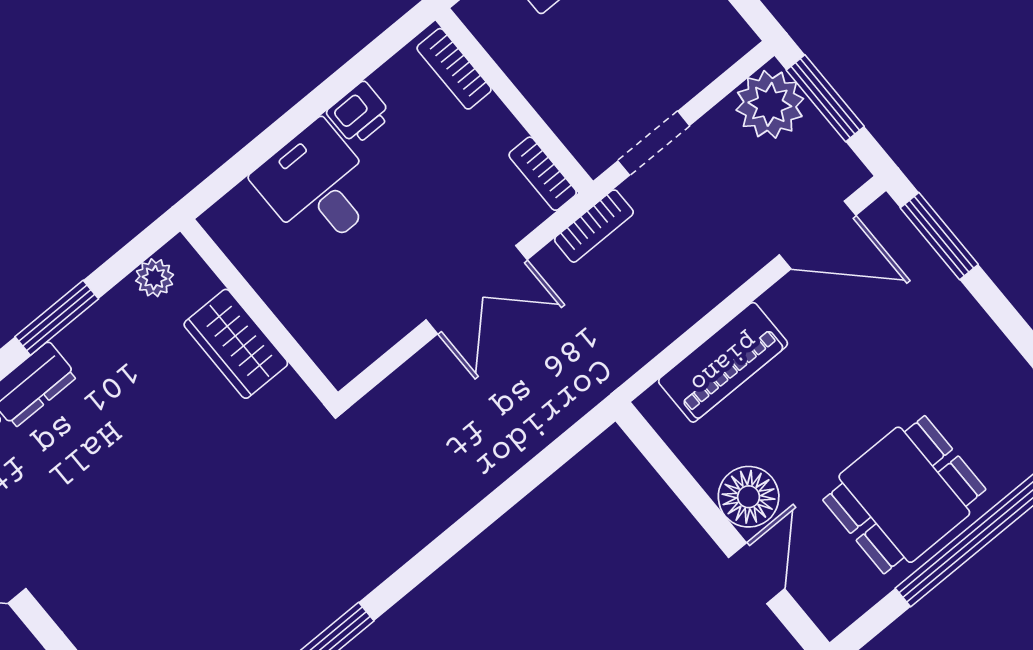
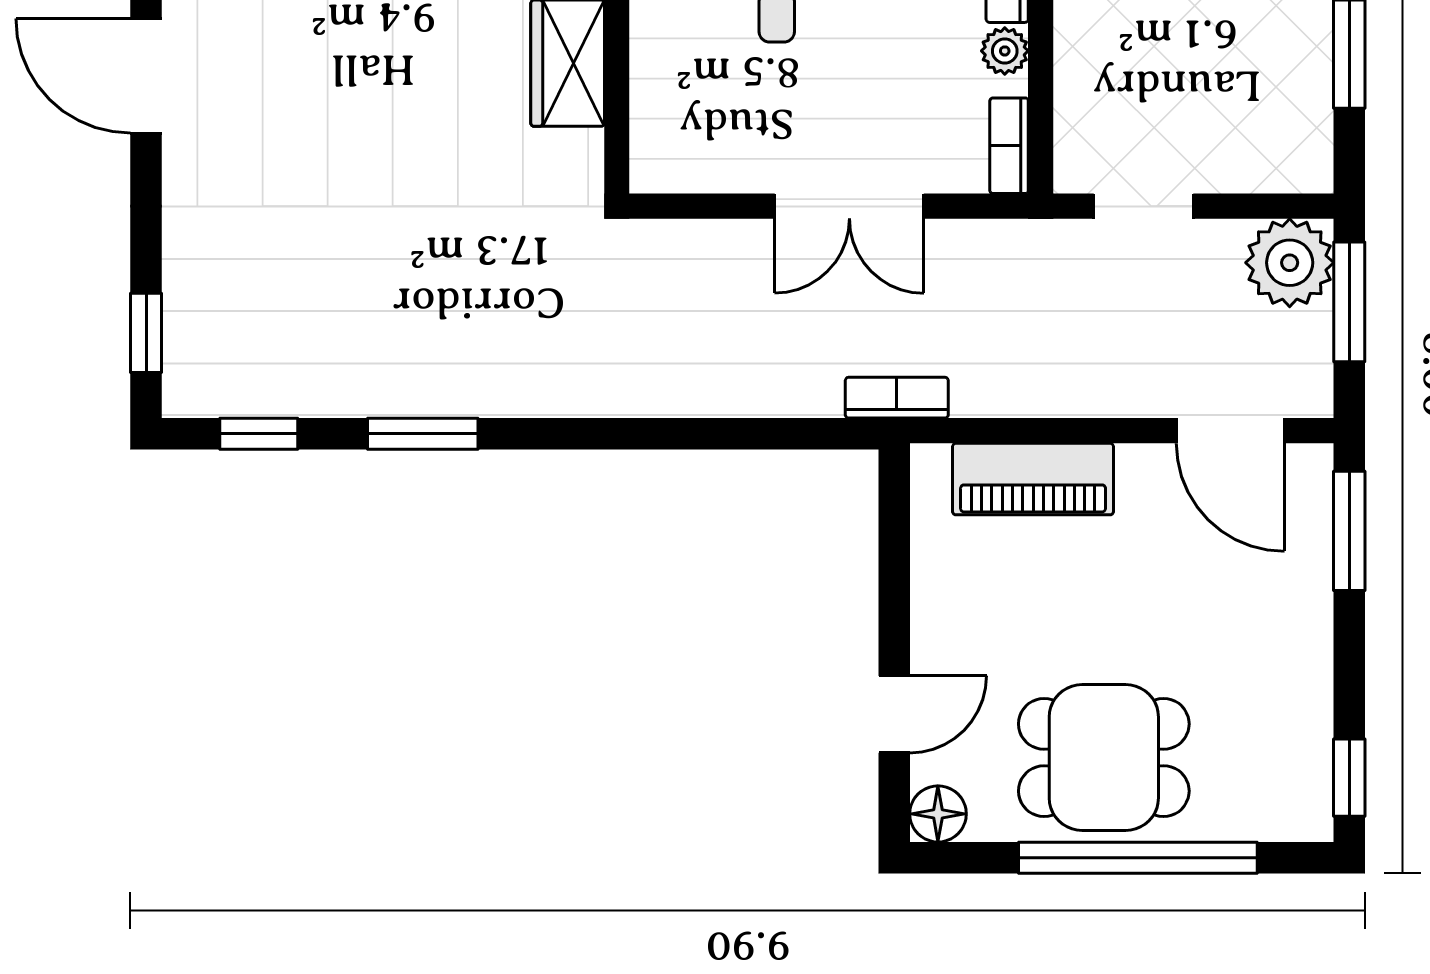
plant: (493, 119) -> (1005, 51), added
bookcase: (594, 226) -> (897, 398), moved, turned 180
floor lamp: (749, 497) -> (938, 814), moved, width x0.73, depth x0.73

